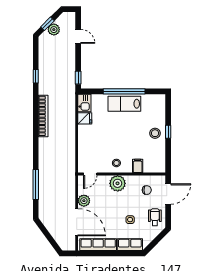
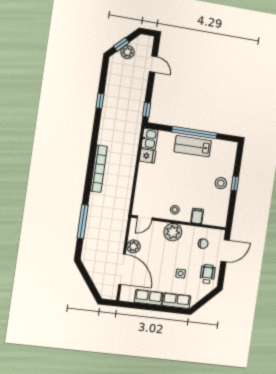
bookcase: (43, 116) -> (99, 169), moved
row of seats: (98, 245) -> (149, 297), width x0.68

